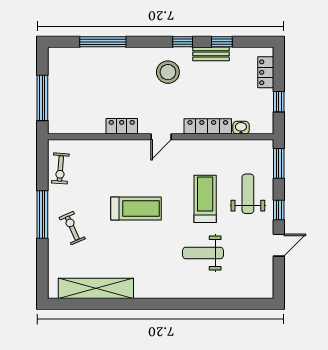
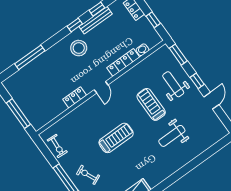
bench: (211, 54) -> (96, 20), width x1.36

